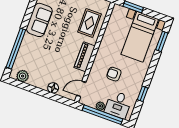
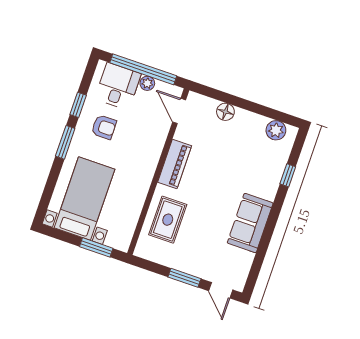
window: (162, 41) -> (65, 142), moved
window: (16, 49) -> (288, 175), width x0.32
armchair: (114, 74) -> (104, 127), moved
door: (81, 89) -> (179, 111), swing flipped

